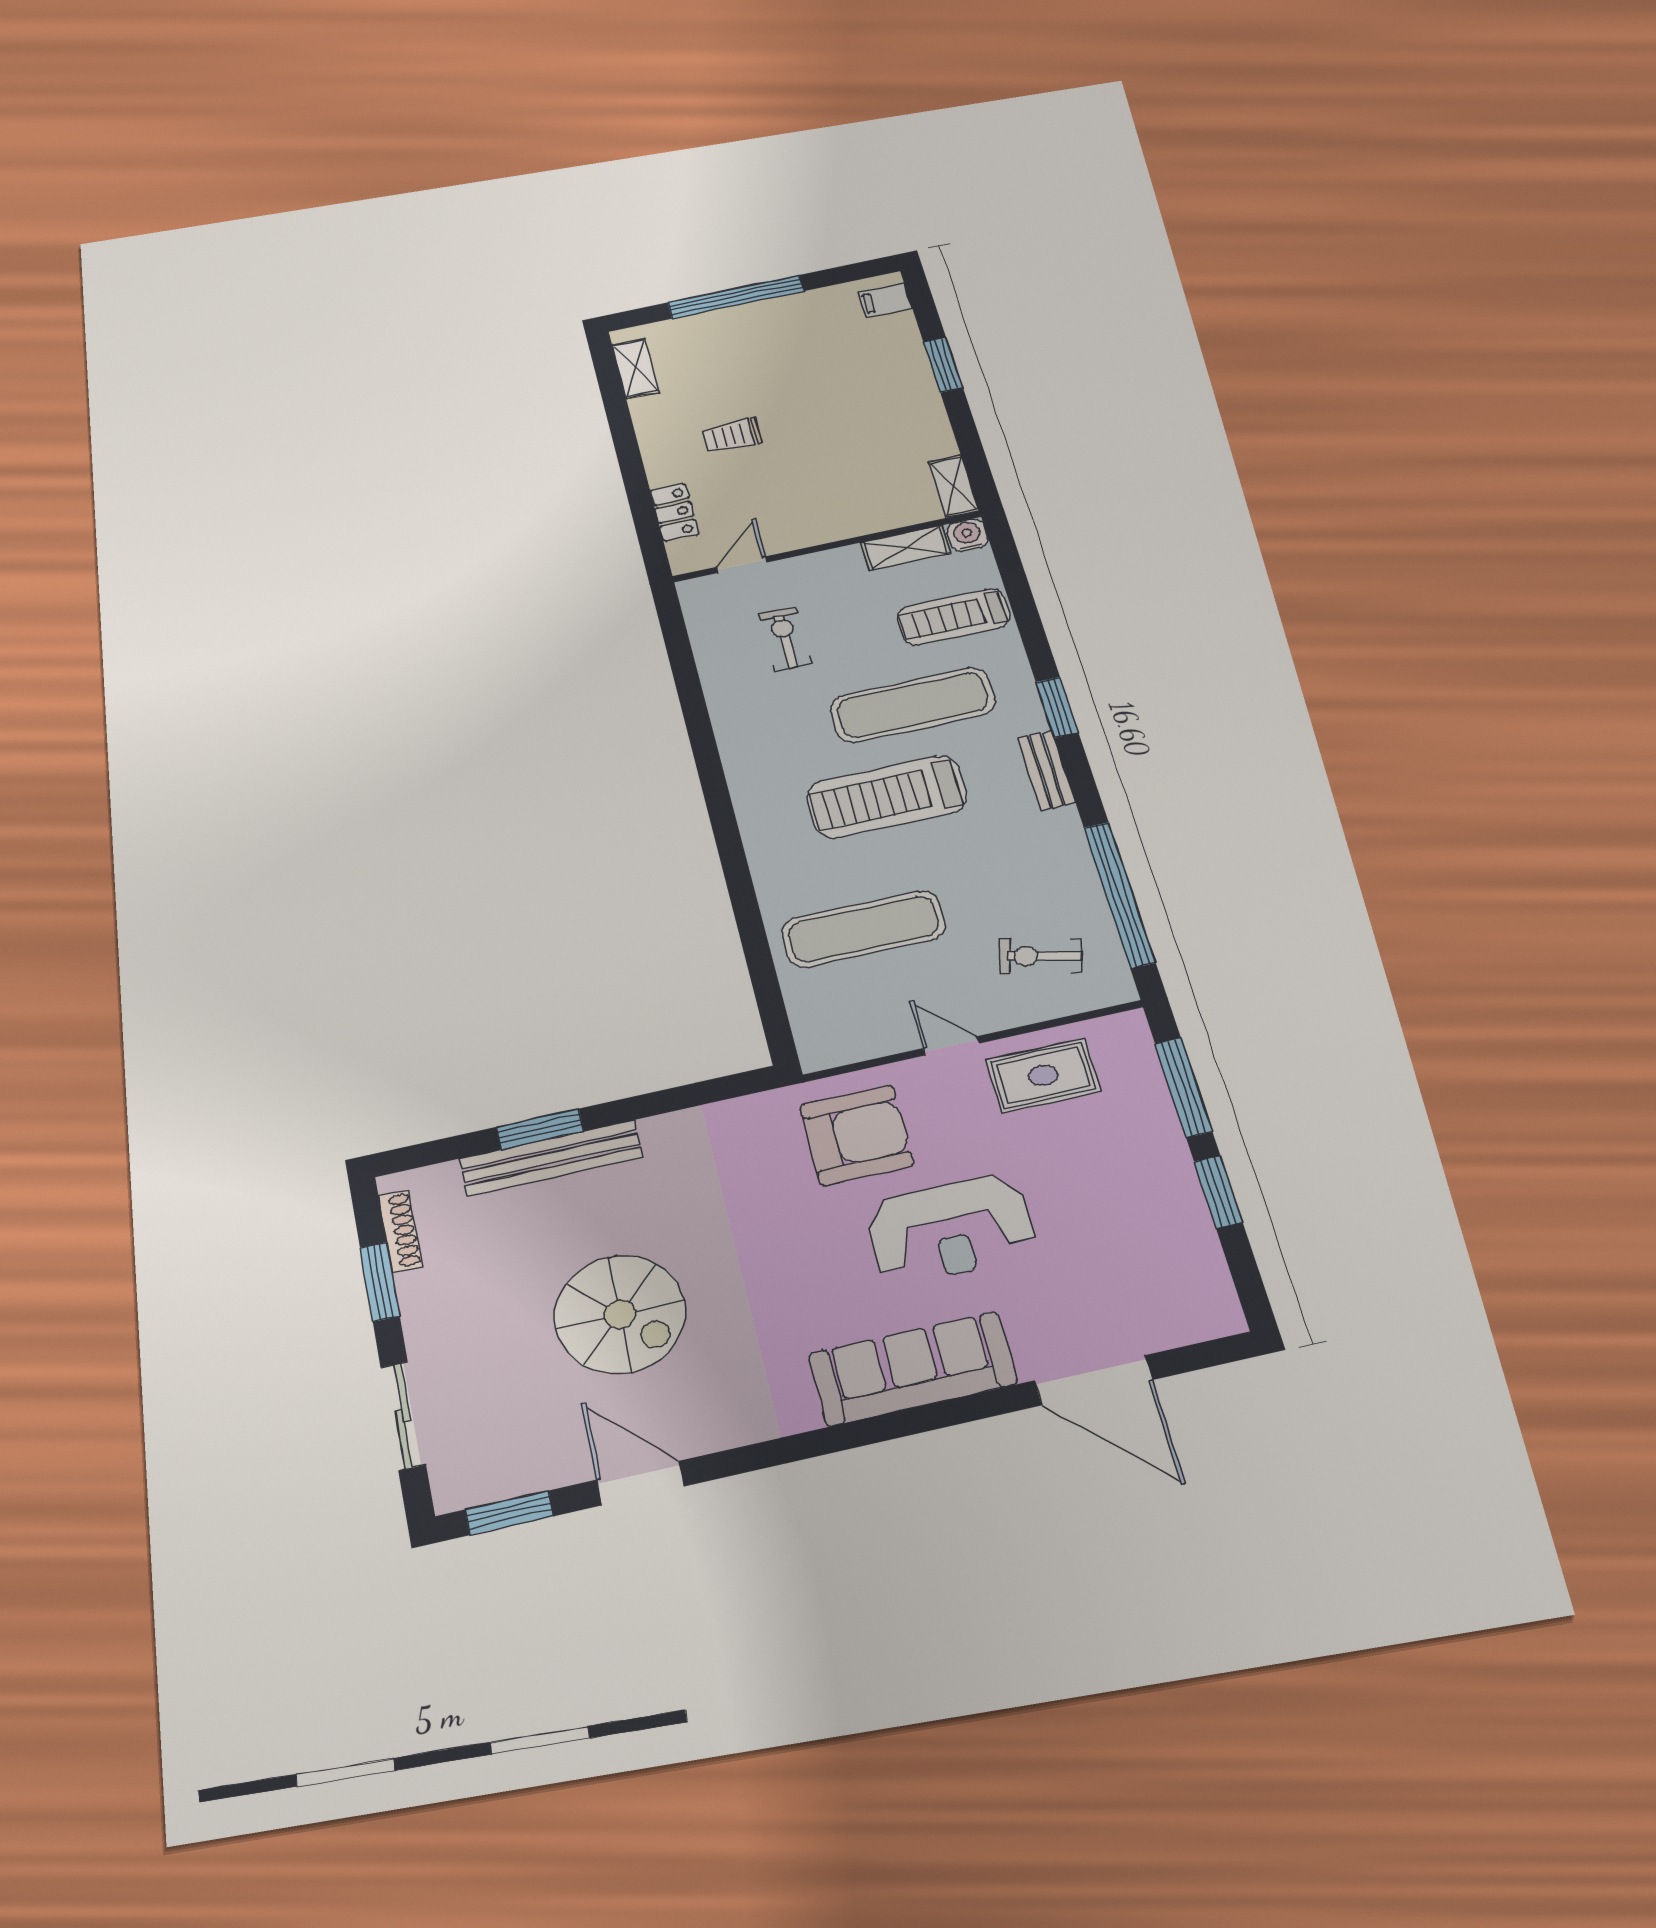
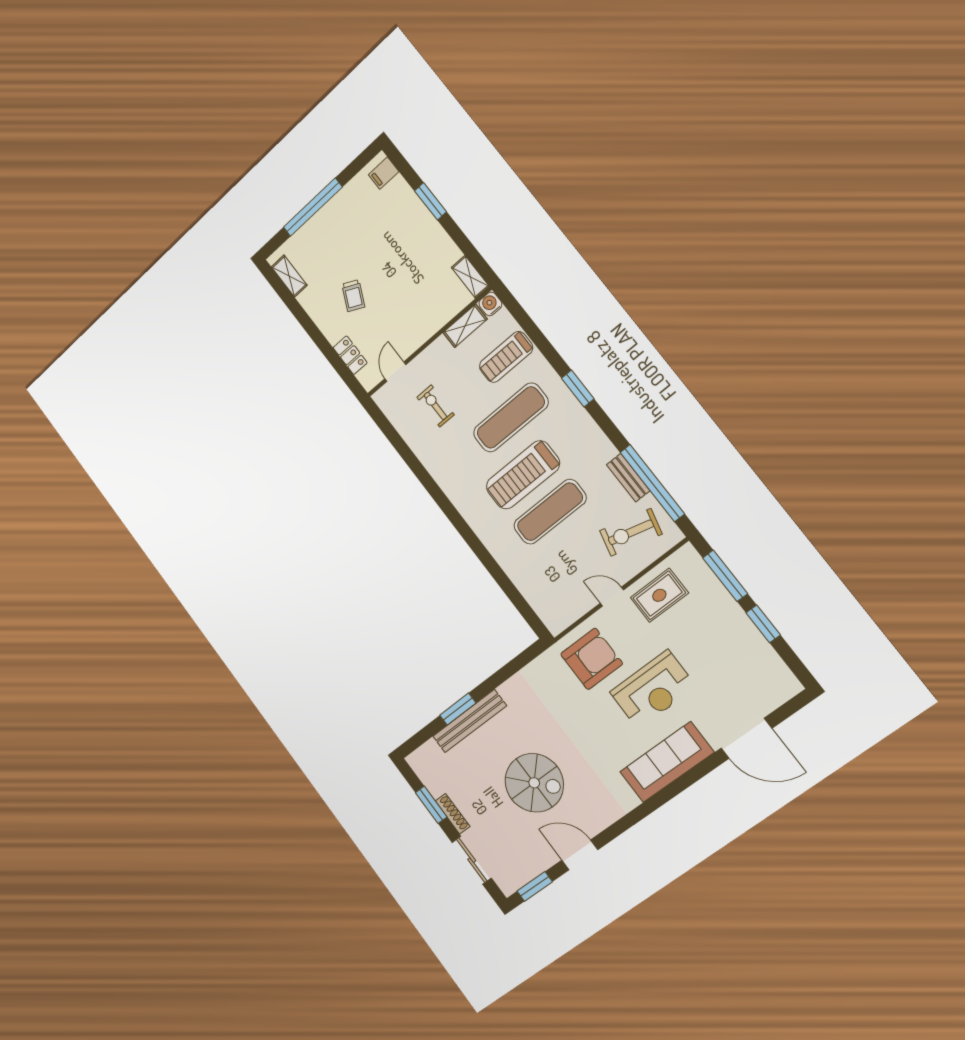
trolley: (732, 435) -> (353, 296), turned -64
bench: (1046, 770) -> (628, 478), moved
exercise mat: (863, 929) -> (550, 512), moved
exercise bike: (1041, 956) -> (631, 532), width x1.38, depth x1.39
shoe rack: (400, 1231) -> (453, 814), moved

